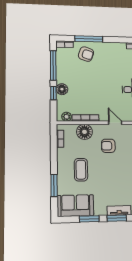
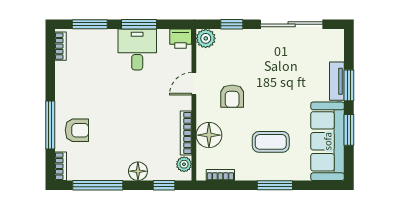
armchair: (86, 54) -> (77, 130), turned 71
window: (53, 93) -> (164, 185), moved
window: (54, 185) -> (275, 185), moved
sofa: (75, 206) -> (328, 141), width x1.36

